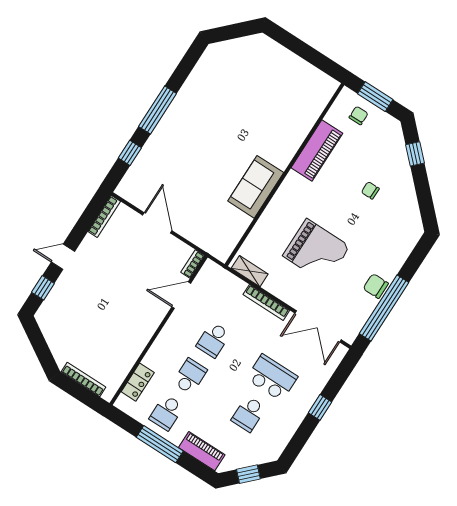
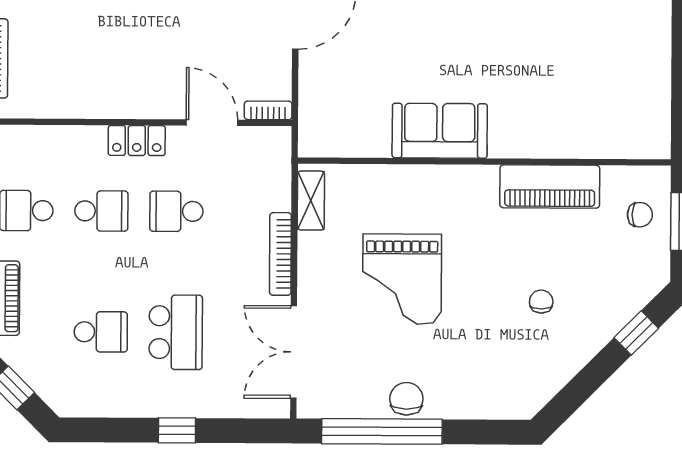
locker: (138, 382) -> (137, 141), moved
school desk: (249, 414) -> (101, 332), turned 180

